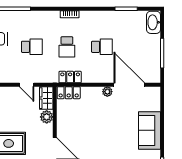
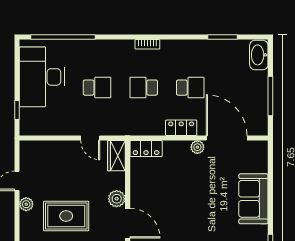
school desk: (67, 47) -> (144, 88), turned 90
locker: (70, 77) -> (181, 128), moved
plant: (47, 117) -> (117, 199), moved

